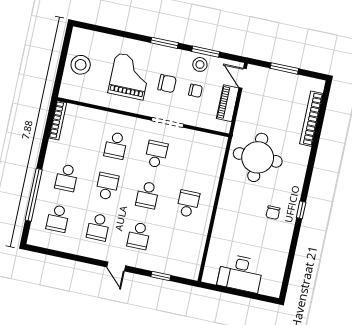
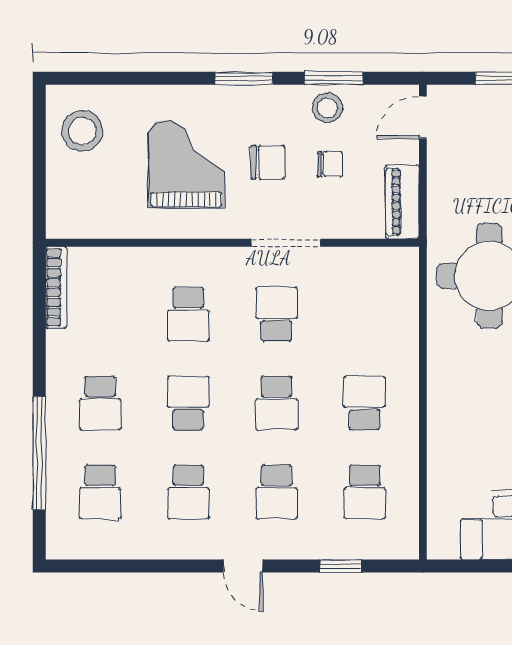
stool: (81, 65) -> (82, 131), moved
door: (243, 78) -> (423, 117), hinge flipped
piano: (228, 103) -> (402, 202), moved
school desk: (179, 244) -> (365, 492), added

